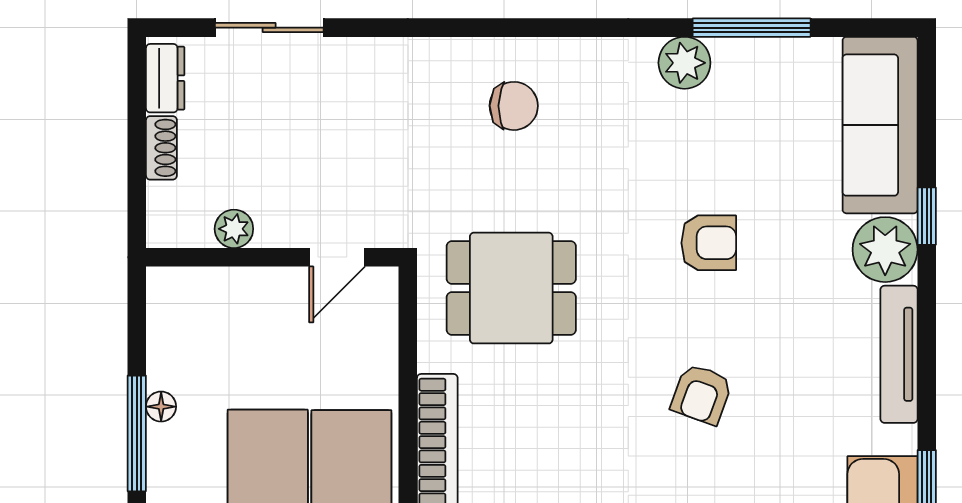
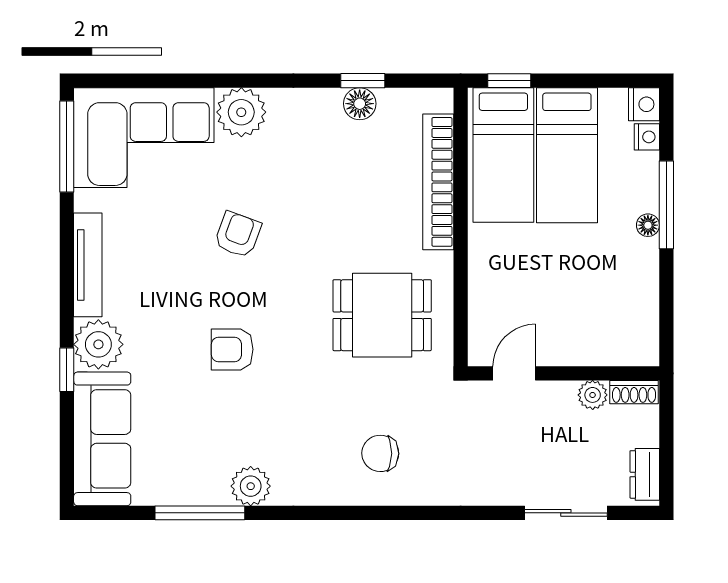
shoe rack: (161, 148) -> (634, 392), moved, turned -90
plant: (234, 229) -> (593, 395), moved
wall: (272, 257) -> (563, 373), moved
door: (337, 257) -> (514, 373), moved

